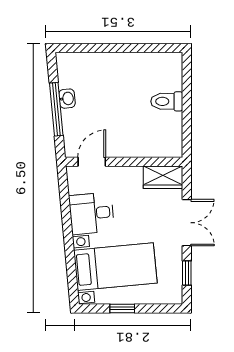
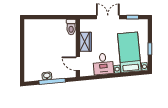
toilet: (167, 101) -> (71, 27), moved
wardrobe: (163, 177) -> (85, 42), moved

